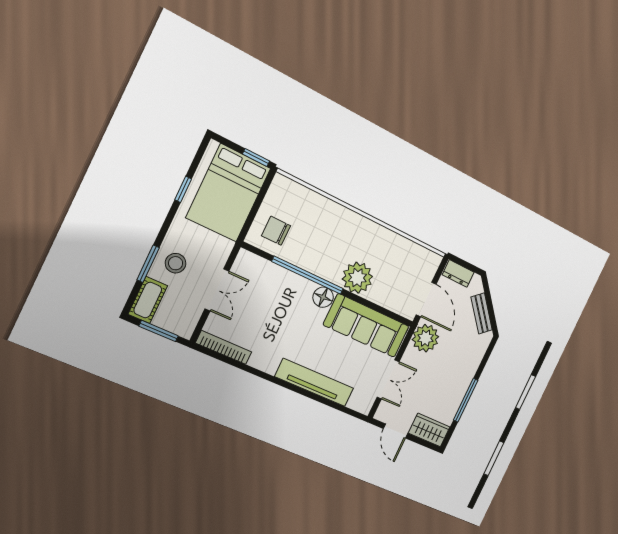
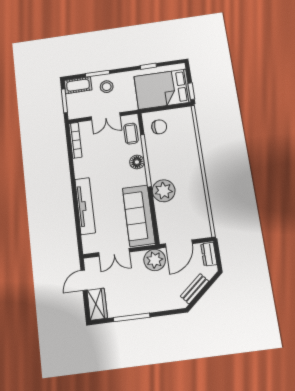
chair: (276, 231) -> (159, 127), turned 90
coffee table: (261, 272) -> (131, 134), added
floor lamp: (323, 297) -> (137, 162), moved

